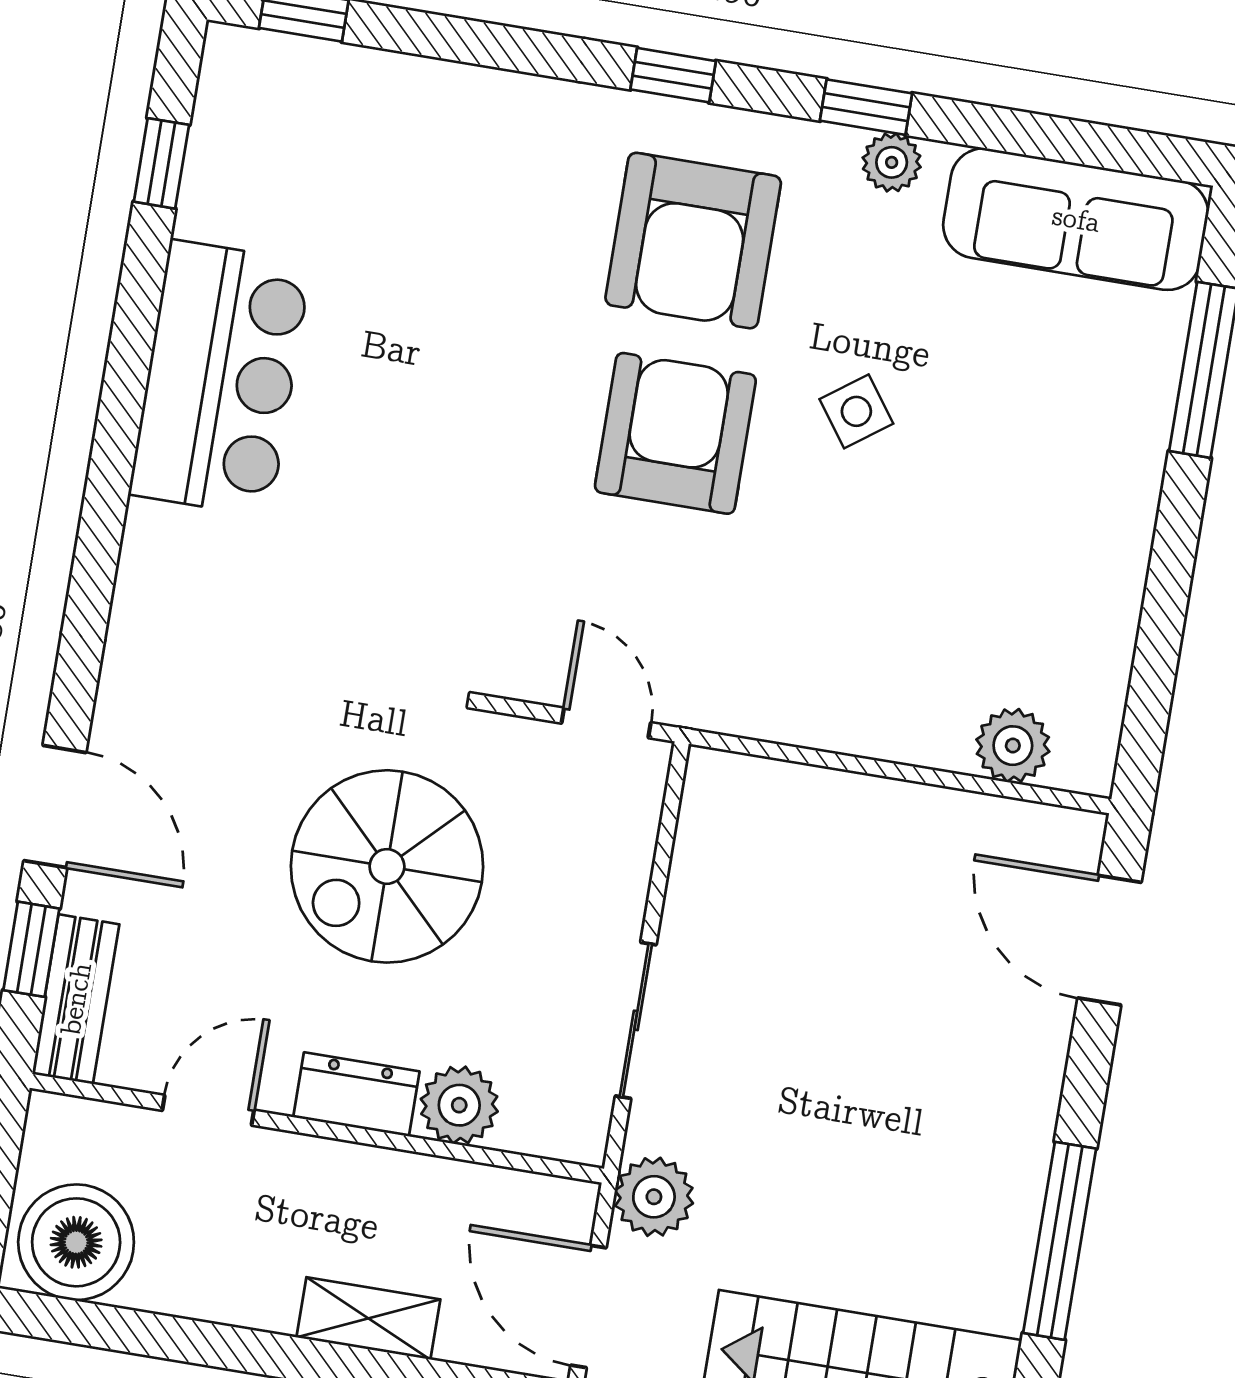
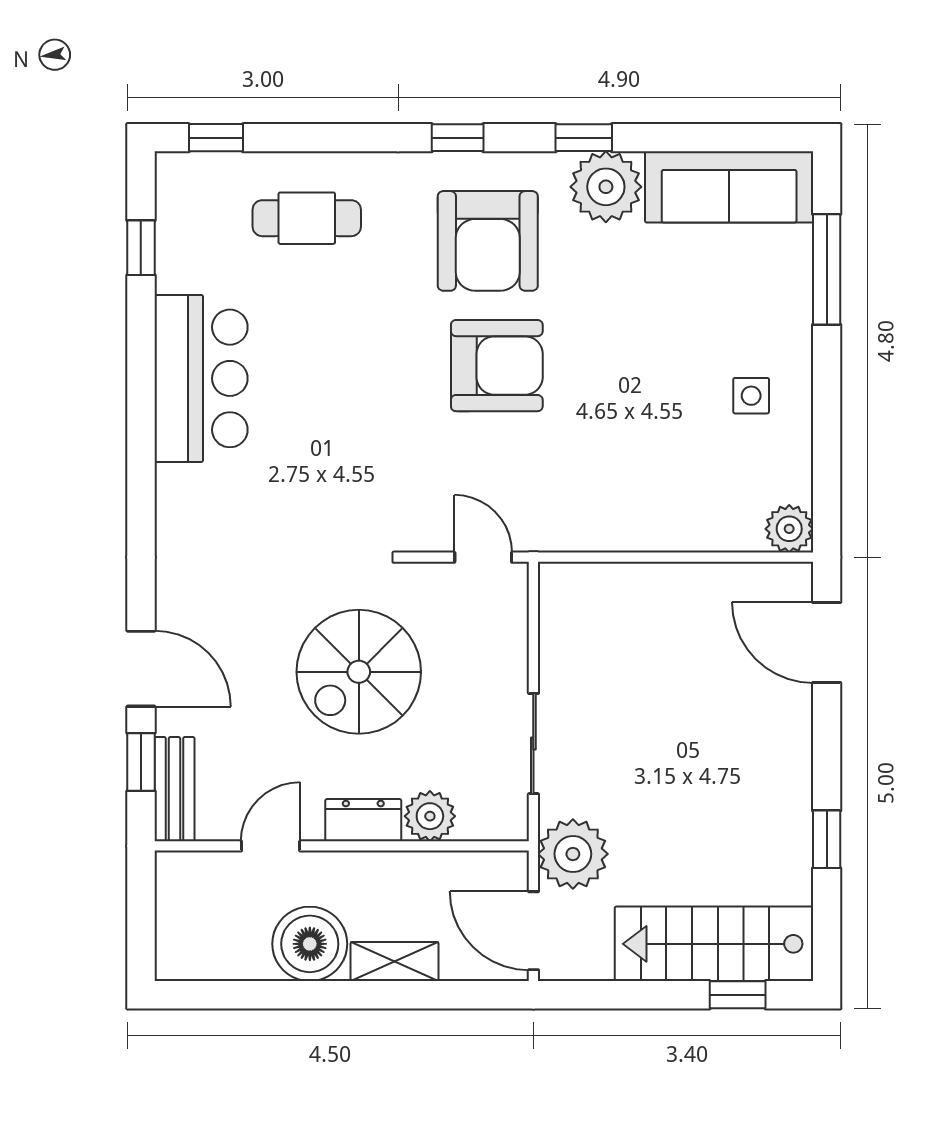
cafe table: (422, 160) -> (307, 218), added
plant: (892, 162) -> (606, 187), width x1.88, depth x1.88
side table: (856, 411) -> (751, 396), moved, turned 36
armchair: (675, 433) -> (497, 366), turned 90
plant: (1013, 746) -> (789, 529), moved
plant: (654, 1197) -> (573, 854), width x1.36, depth x1.36
window: (1060, 1241) -> (827, 839), width x0.46
boiler: (76, 1242) -> (310, 944), moved

